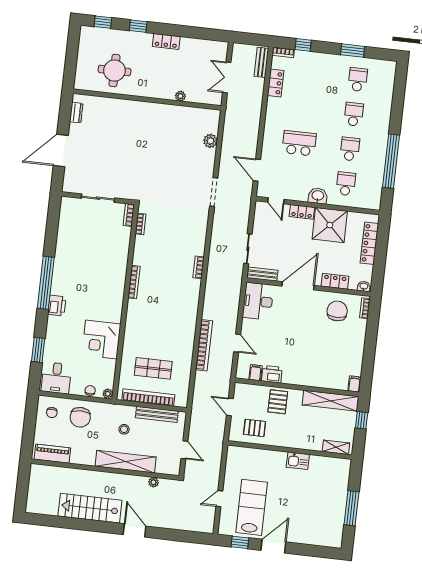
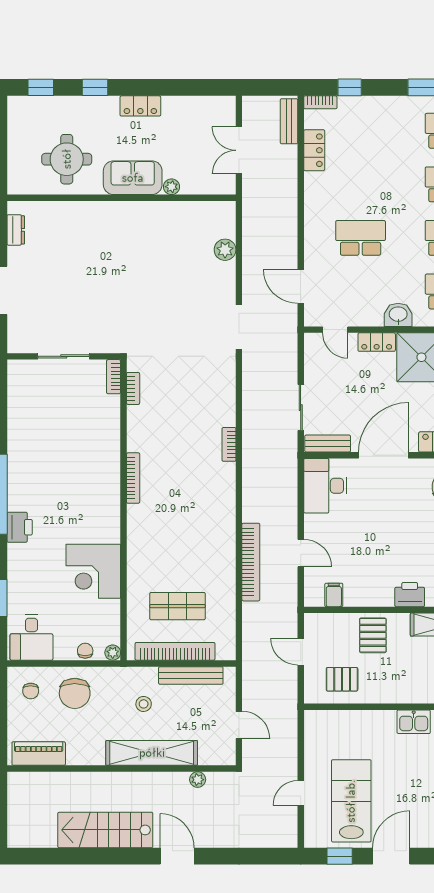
sofa: (156, 87) -> (133, 178), added
printer: (272, 374) -> (410, 595), moved

